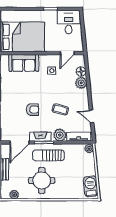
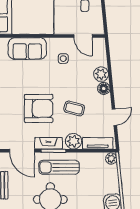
door: (67, 53) -> (83, 36), hinge flipped
floor lamp: (81, 71) -> (104, 88), moved
armchair: (33, 110) -> (39, 108), width x1.88, depth x1.88
door: (92, 116) -> (114, 117), swing flipped
door: (20, 142) -> (22, 151), hinge flipped

